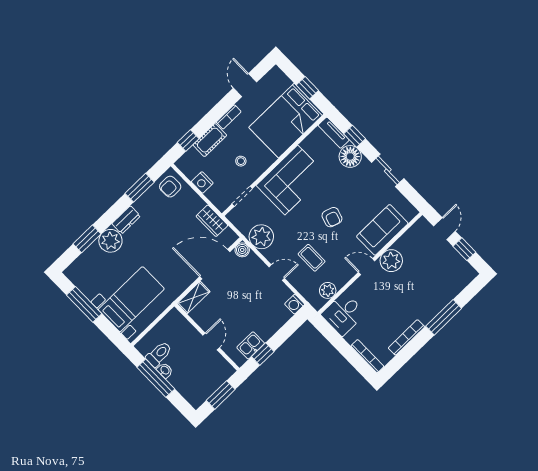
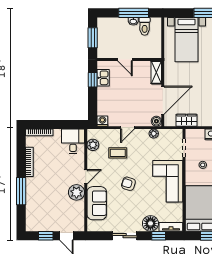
plant: (261, 237) -> (154, 134), width x0.53, depth x0.53

